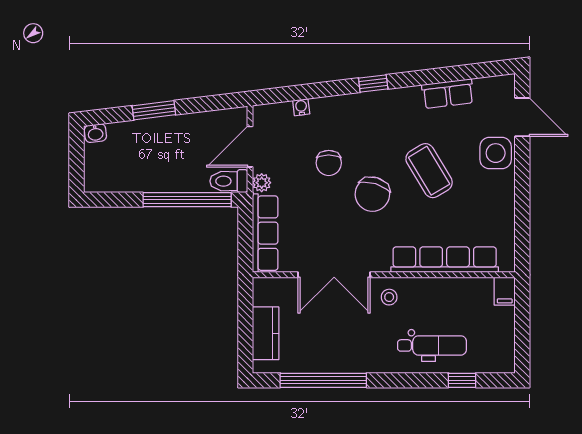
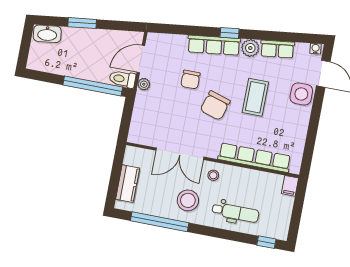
plant: (408, 100) -> (250, 48), added
water cooler: (301, 107) -> (316, 49), moved
washbasin: (95, 133) -> (47, 34), width x1.91, depth x1.45
coffee table: (429, 171) -> (255, 97), turned 31
row of seats: (265, 233) -> (214, 45), moved, turned 83
stool: (359, 341) -> (188, 200), added
window: (462, 380) -> (266, 242), moved

